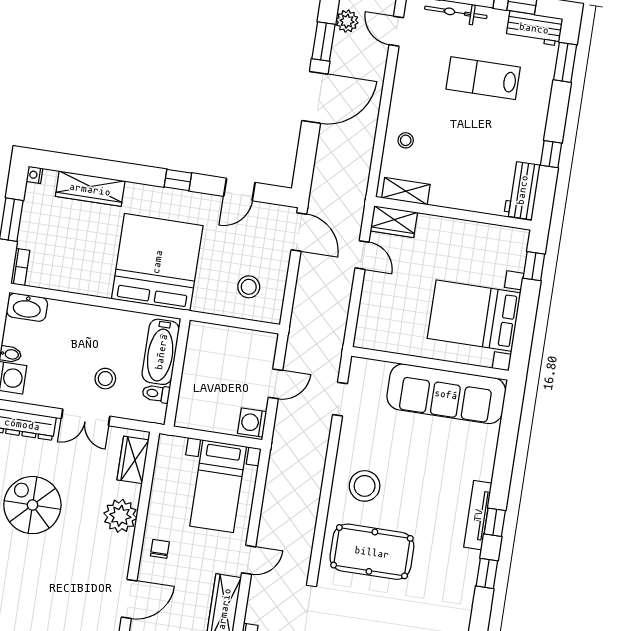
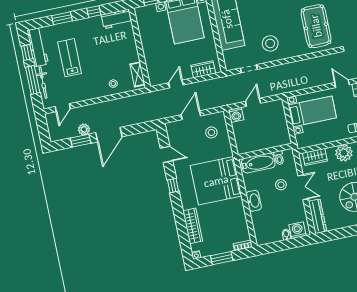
plant: (347, 21) -> (84, 129), moved
workbench: (534, 28) -> (38, 47), width x1.38
window: (565, 62) -> (62, 18), moved
lab bench: (483, 78) -> (70, 58), turned 180
door: (315, 97) -> (109, 135), swing flipped
wardrobe: (394, 222) -> (203, 69), moved, turned -90
door: (299, 232) -> (191, 115), moved
washbasin: (27, 307) -> (254, 201), moved
door: (276, 384) -> (253, 102), hinge flipped
washing machine: (252, 423) -> (236, 115), moved
stool: (365, 486) -> (270, 43), moved

